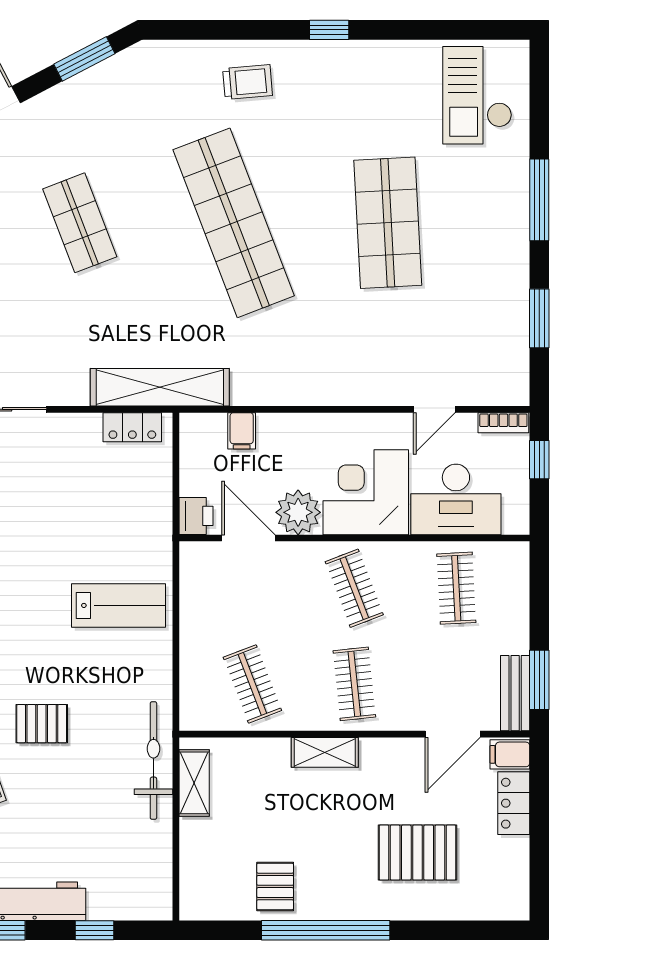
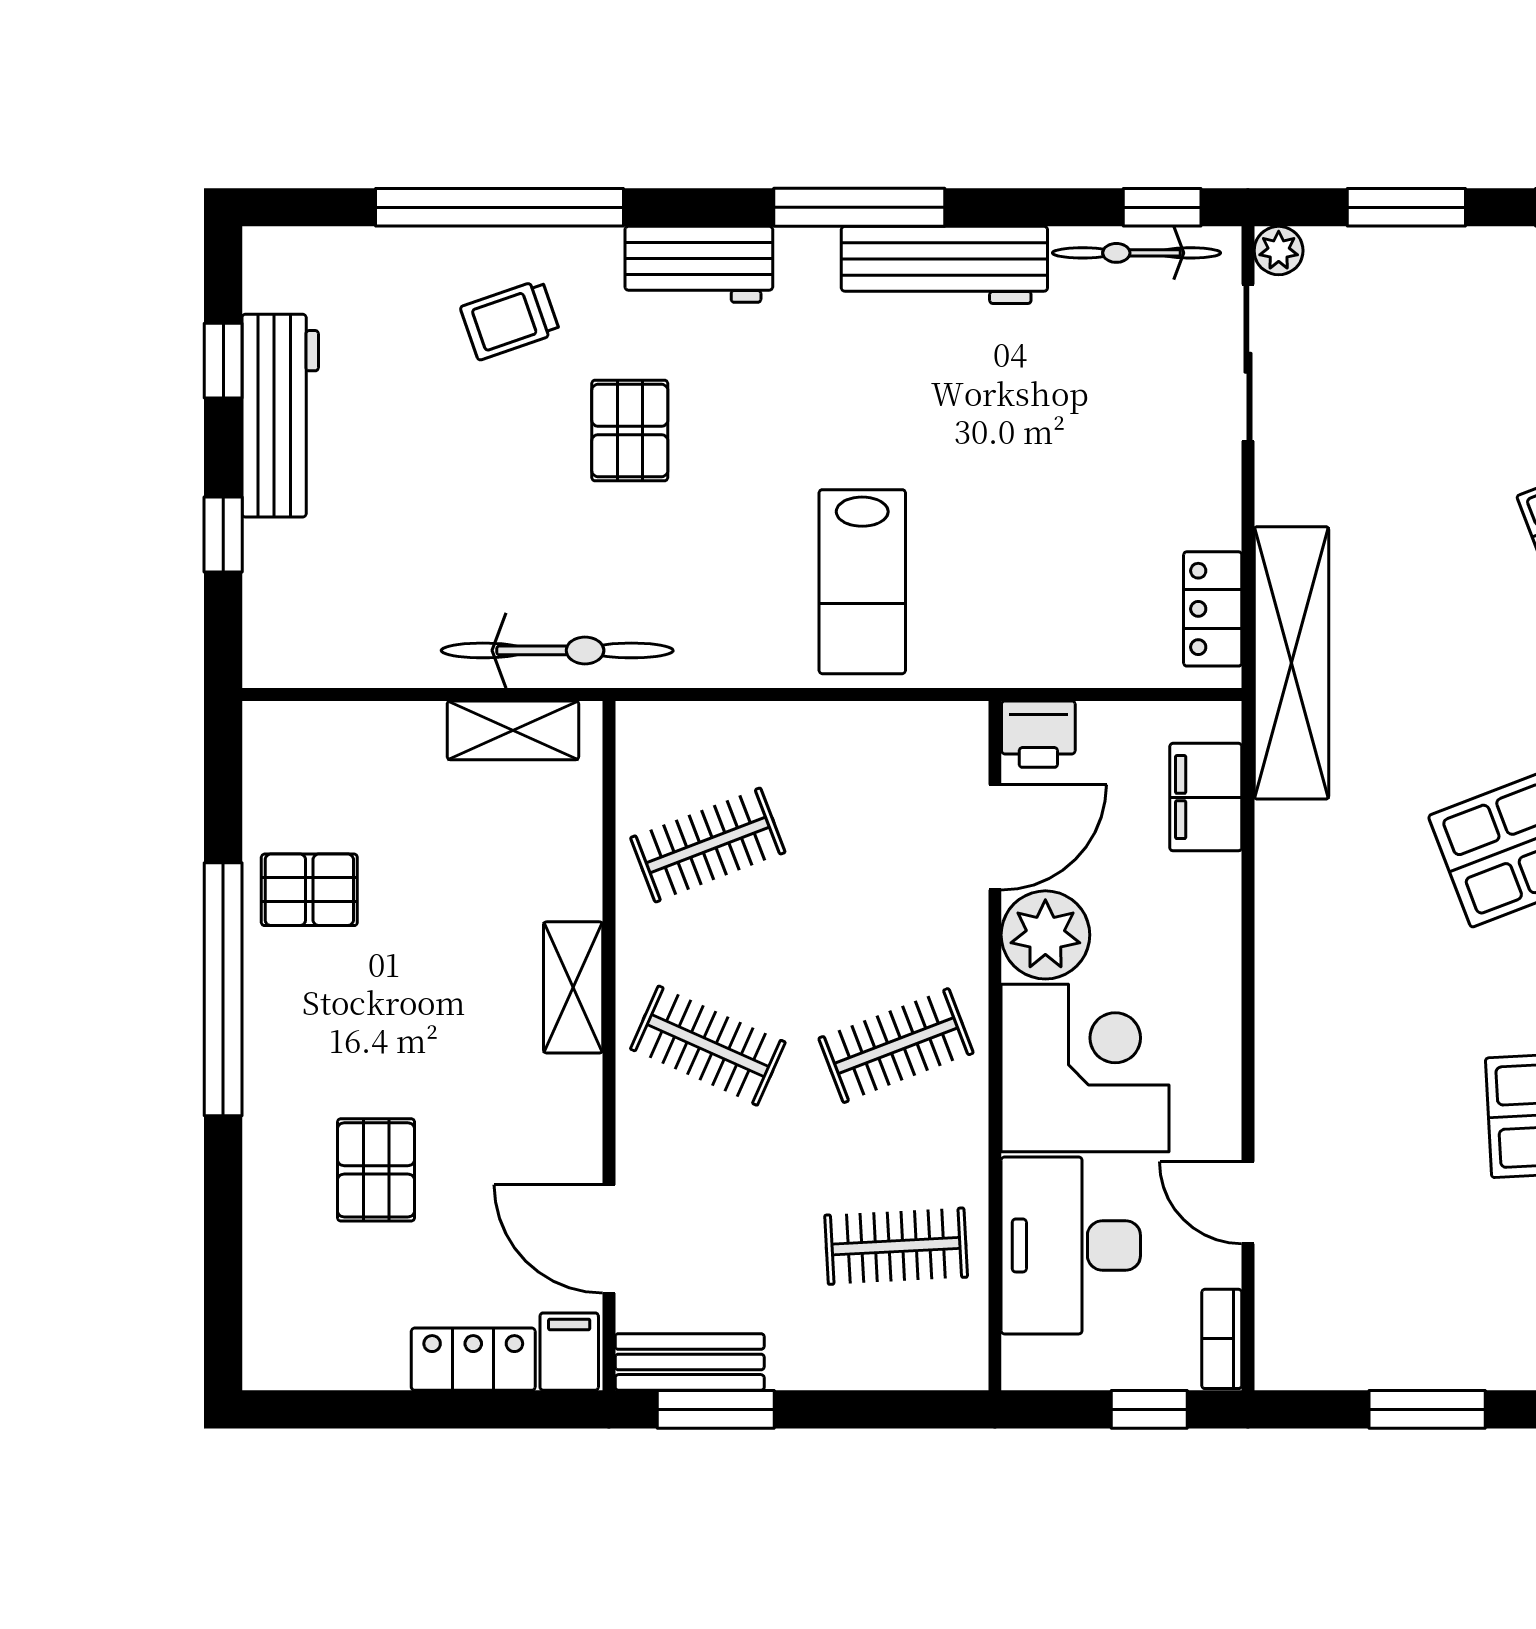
filing cabinet: (242, 431) -> (1206, 797), width x2.00
clothes rail: (354, 684) -> (708, 1046), turned 30
pallet: (417, 853) -> (376, 1170), width x0.67, depth x0.71

